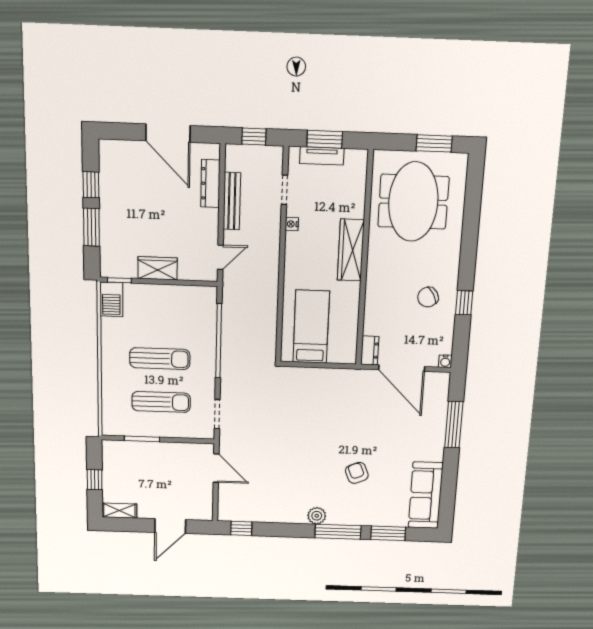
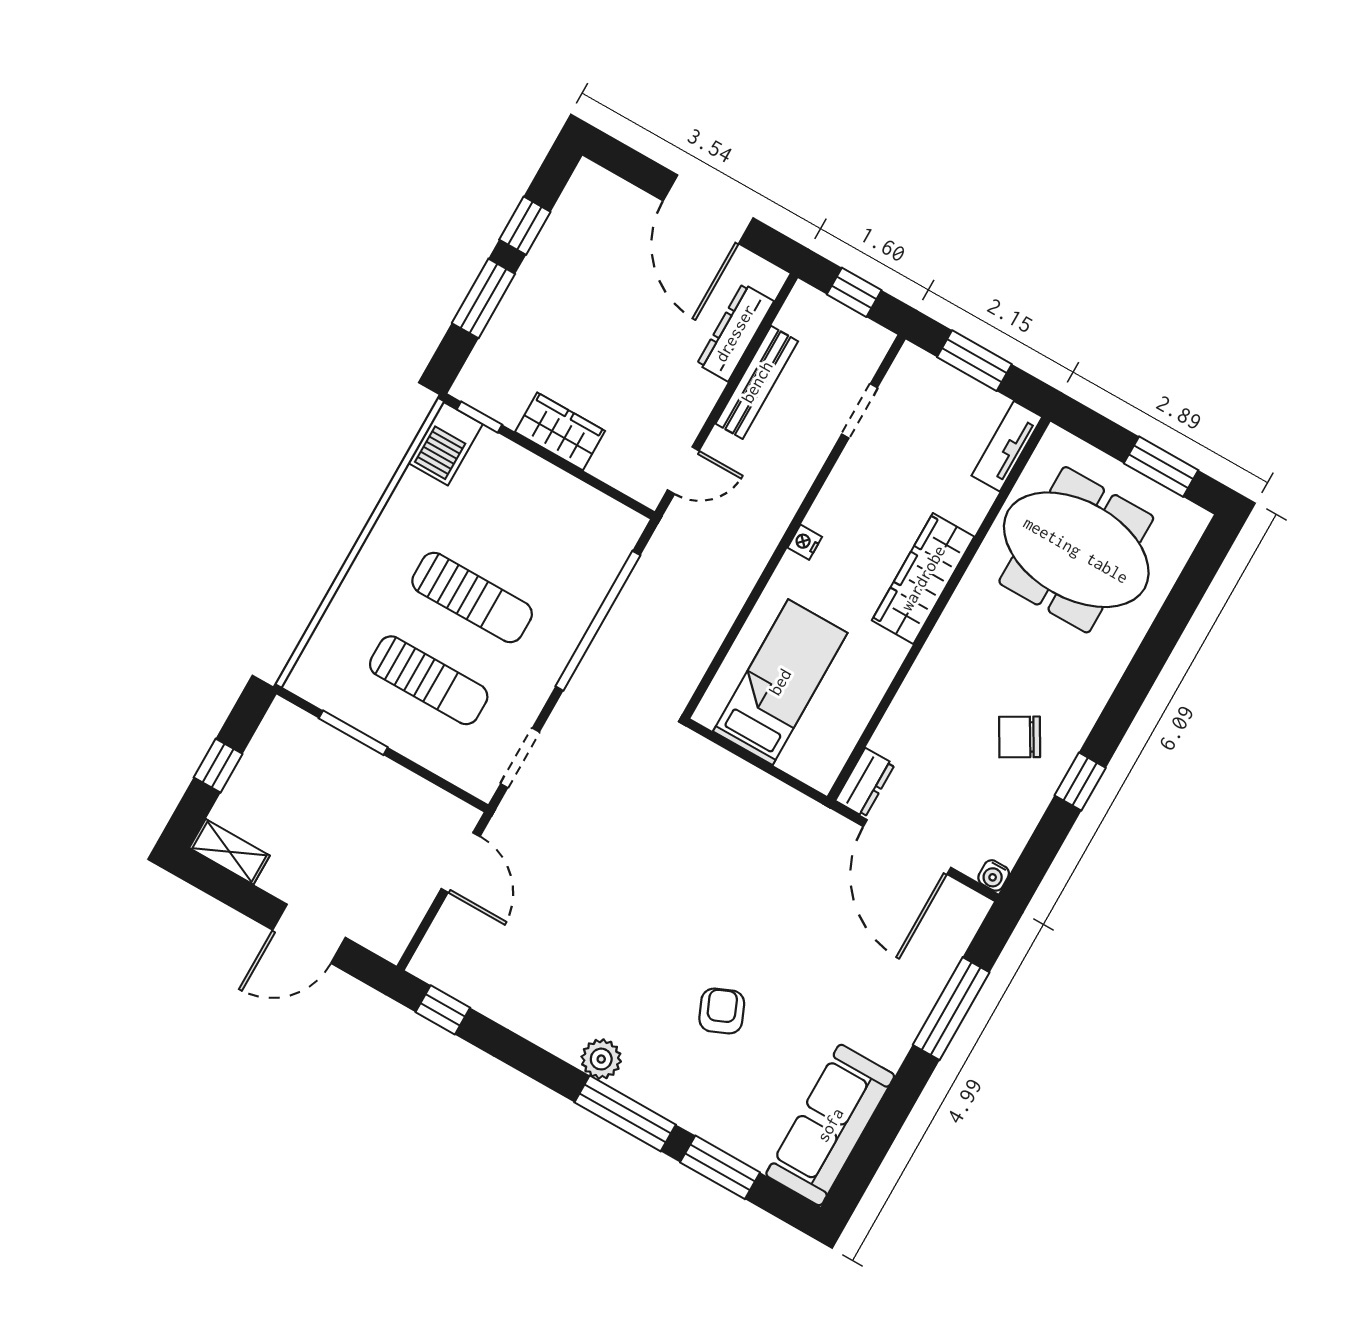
tv unit: (322, 156) -> (1007, 446), moved, turned 90
meeting table: (413, 202) -> (1076, 550), turned 90
nightstand: (292, 224) -> (805, 542), moved

